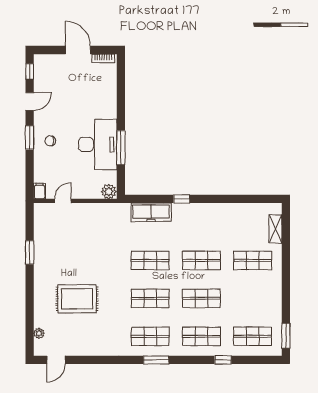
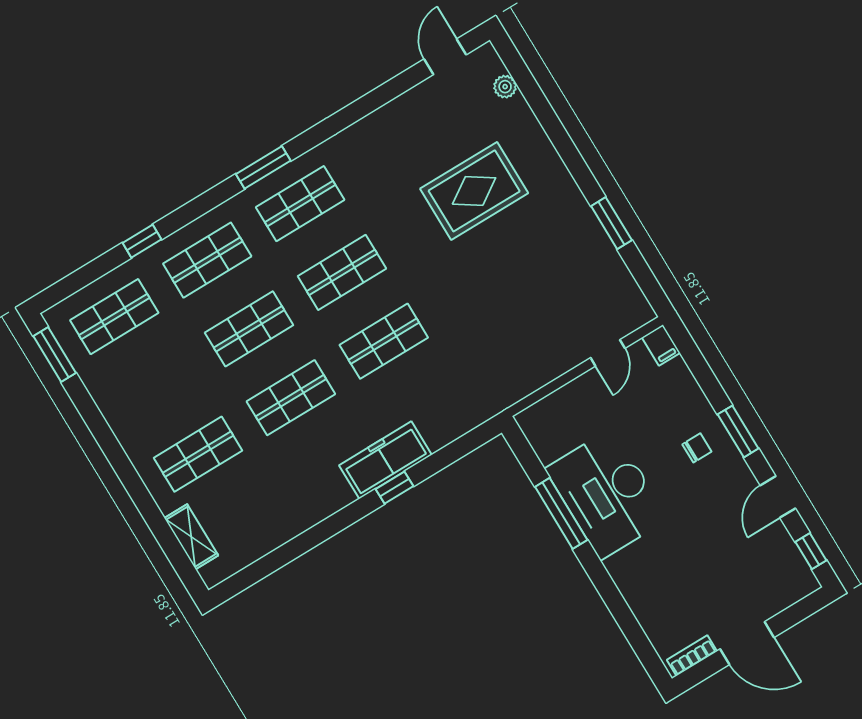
plant: (109, 192) -> (535, 421), removed
freezer: (151, 212) -> (385, 460), moved

